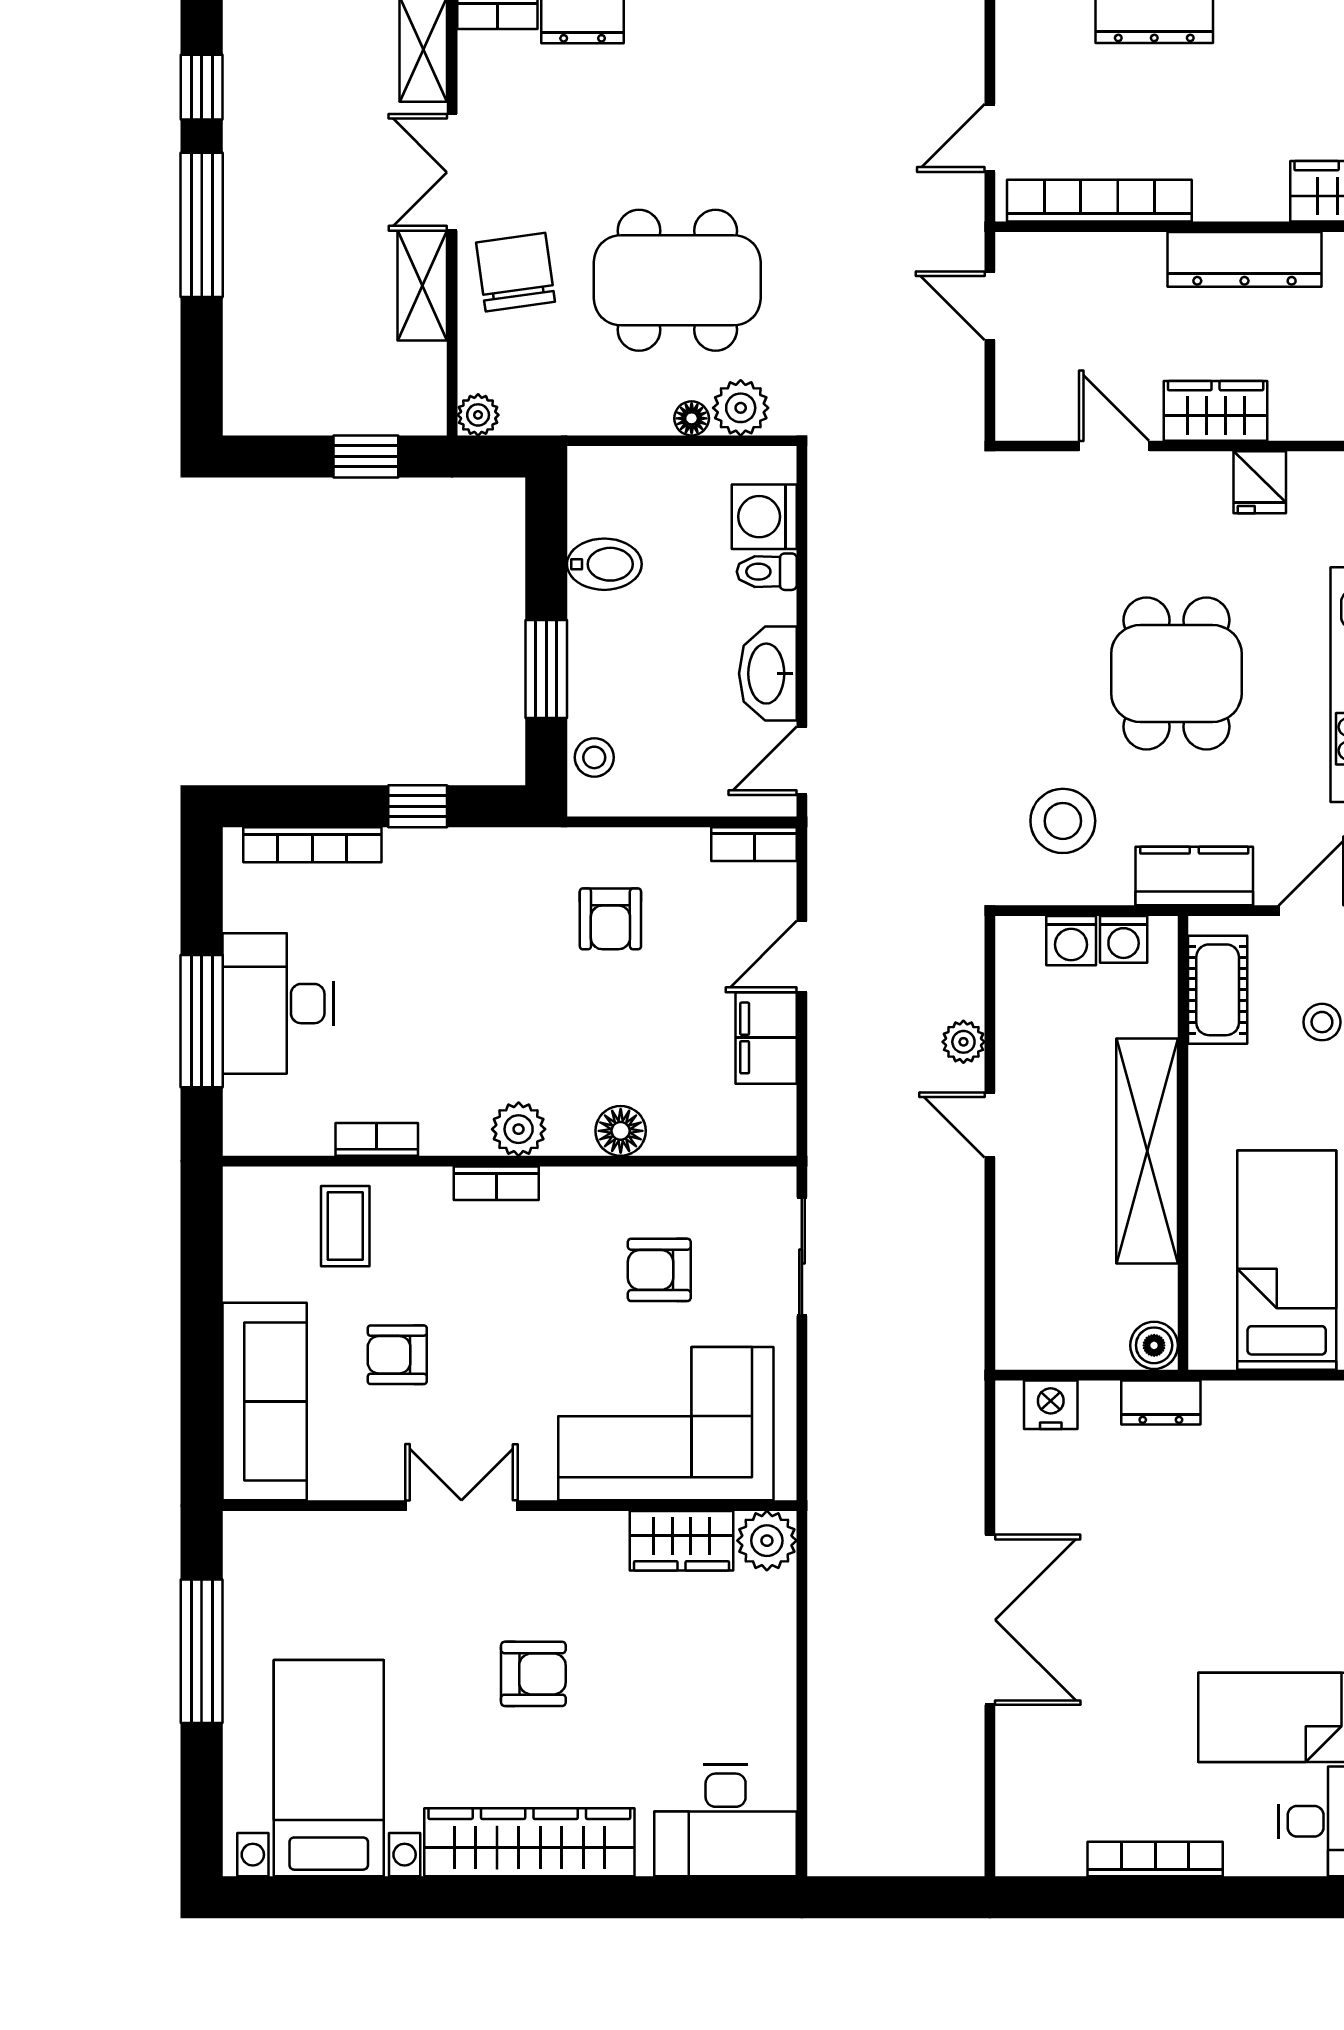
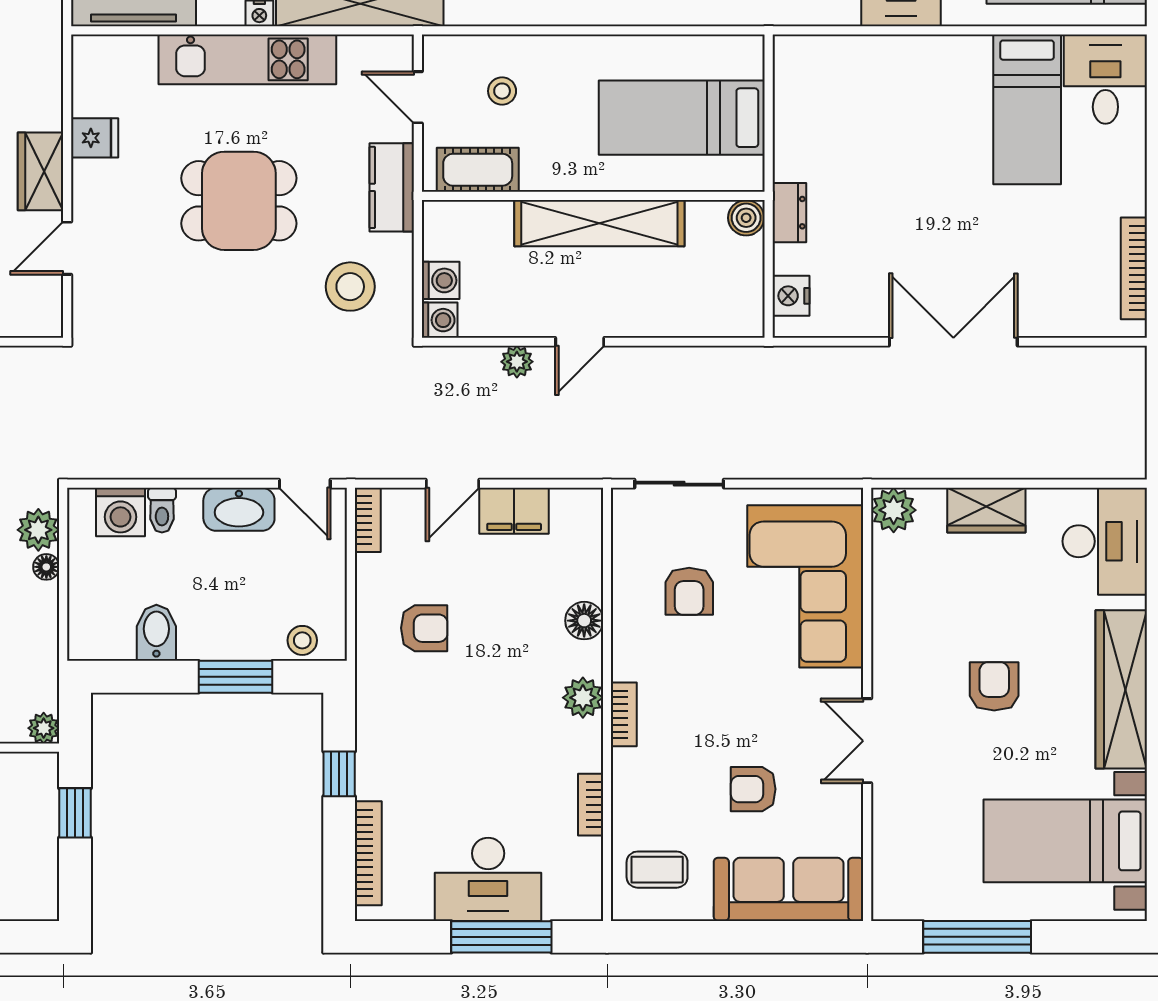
washing machine: (1124, 939) -> (440, 320), moved
door: (802, 956) -> (453, 484), hinge flipped
coffee table: (345, 1226) -> (657, 870), moved
armchair: (397, 1355) -> (753, 789), turned 90
wardrobe: (682, 1541) -> (986, 510), moved, turned 90
bookcase: (1155, 1859) -> (1134, 268), moved

